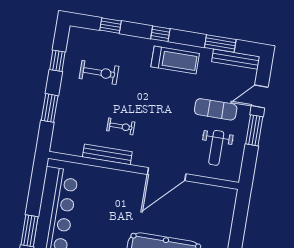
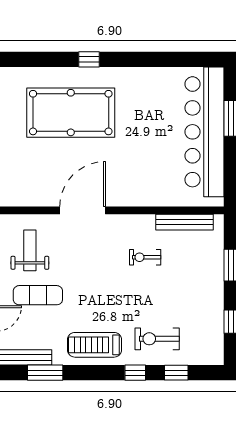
window: (160, 34) -> (135, 373), moved
exercise bike: (99, 72) -> (157, 339), moved
bench: (107, 154) -> (184, 222), moved

